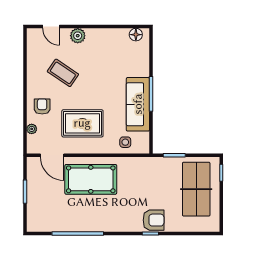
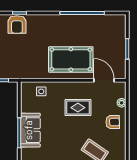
sofa: (138, 104) -> (30, 130), width x0.73
armchair: (42, 106) -> (113, 122), turned -91
rug: (82, 123) -> (78, 108), width x0.73, depth x0.70
armchair: (154, 220) -> (17, 24), turned -90

